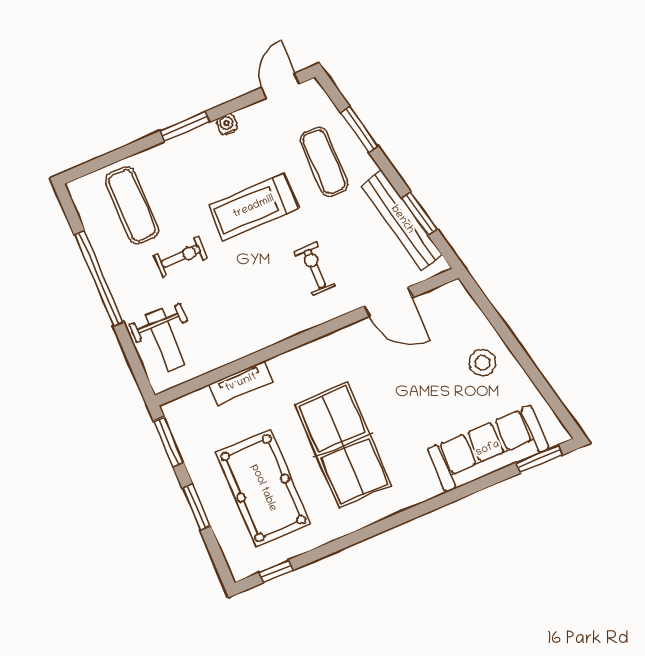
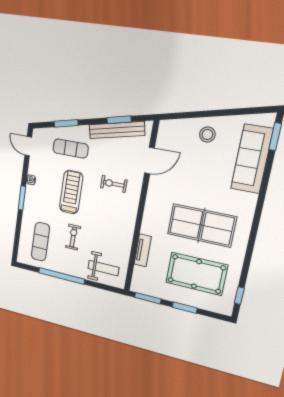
exercise mat: (132, 205) -> (40, 242), turned 90
treadmill: (254, 207) -> (71, 192), turned 180

